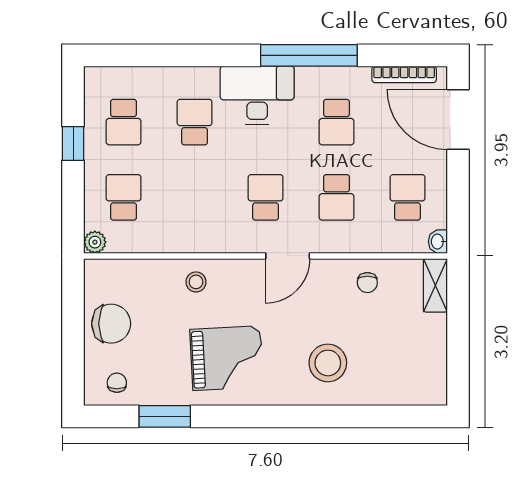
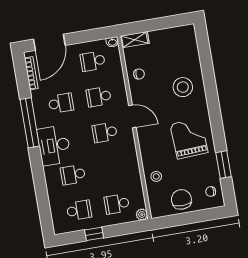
school desk: (337, 197) -> (99, 97), turned 180
stool: (196, 282) -> (156, 176), moved

